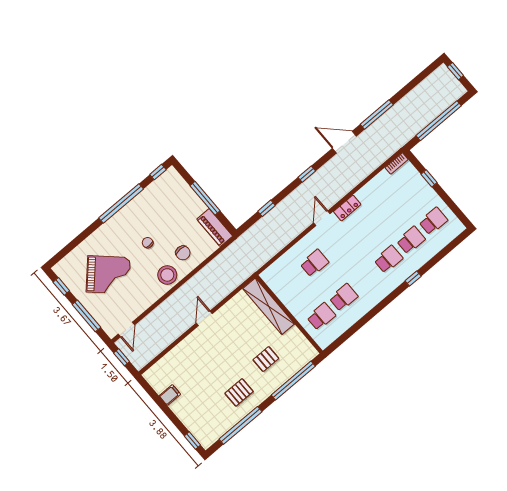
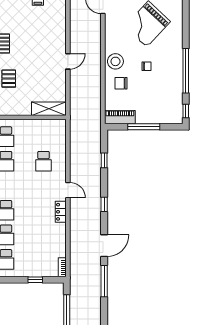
shelving: (269, 306) -> (49, 109), width x0.68
door: (204, 318) -> (68, 61), hinge flipped

